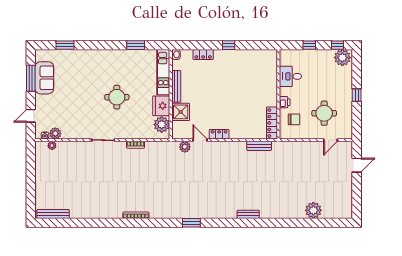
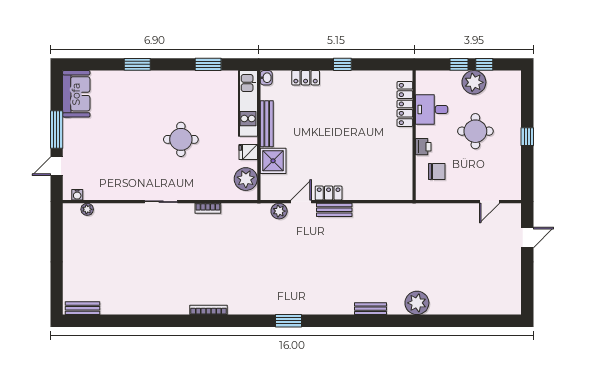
window: (65, 45) -> (137, 64), moved
window: (338, 45) -> (484, 64), moved
plant: (342, 58) -> (474, 82), moved
window: (31, 78) -> (57, 130), moved
sofa: (44, 78) -> (76, 94), moved
fridge: (161, 106) -> (248, 152), width x0.53, depth x0.75
round table: (324, 113) -> (475, 131), moved
locker: (272, 123) -> (405, 104), moved
plant: (55, 133) -> (92, 192), removed
door: (200, 140) -> (301, 202), hinge flipped
bench: (259, 146) -> (334, 210), moved
plant: (313, 210) -> (417, 303), moved
bench: (53, 214) -> (83, 308), width x0.73

